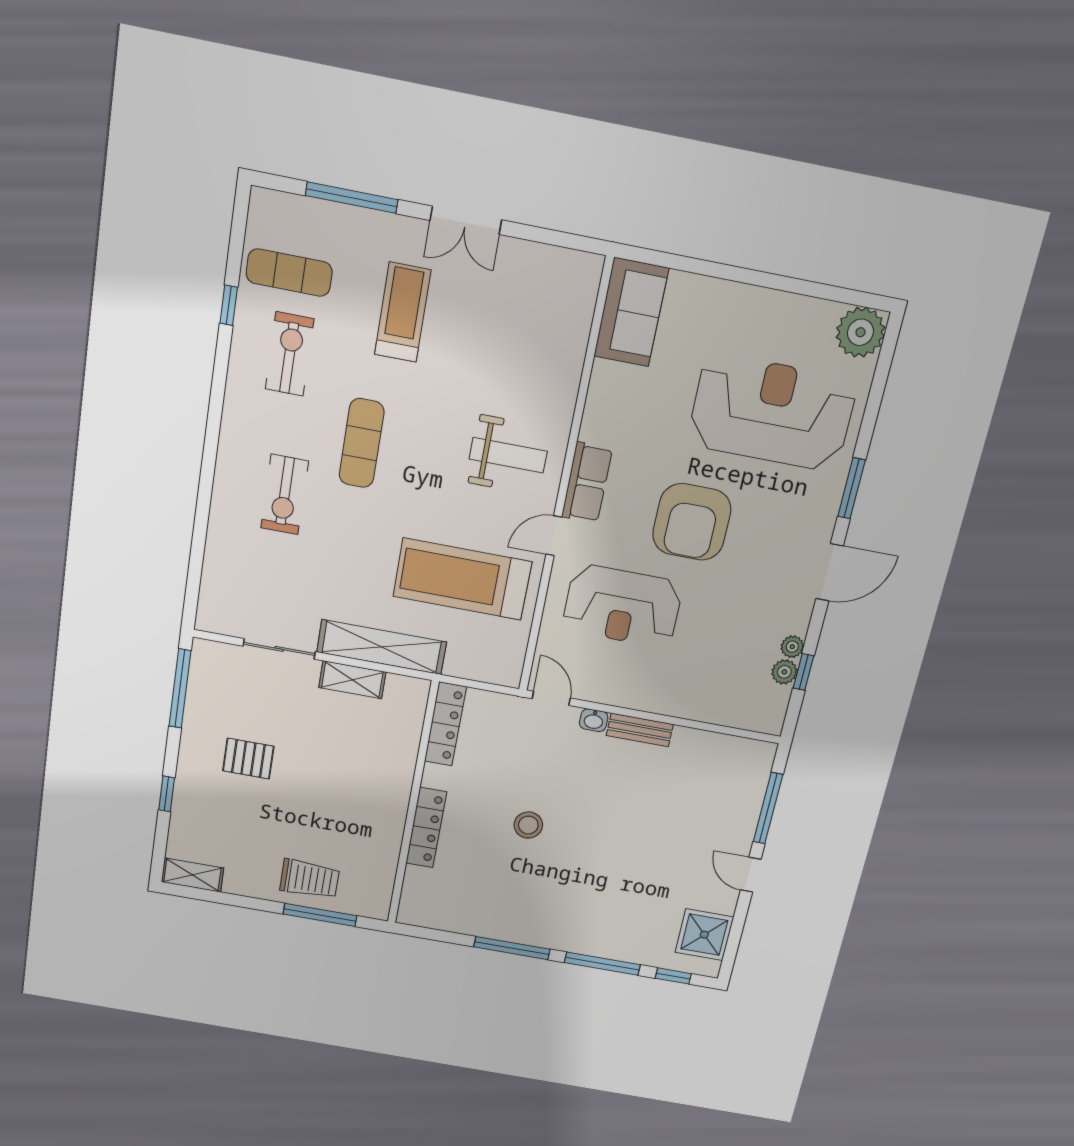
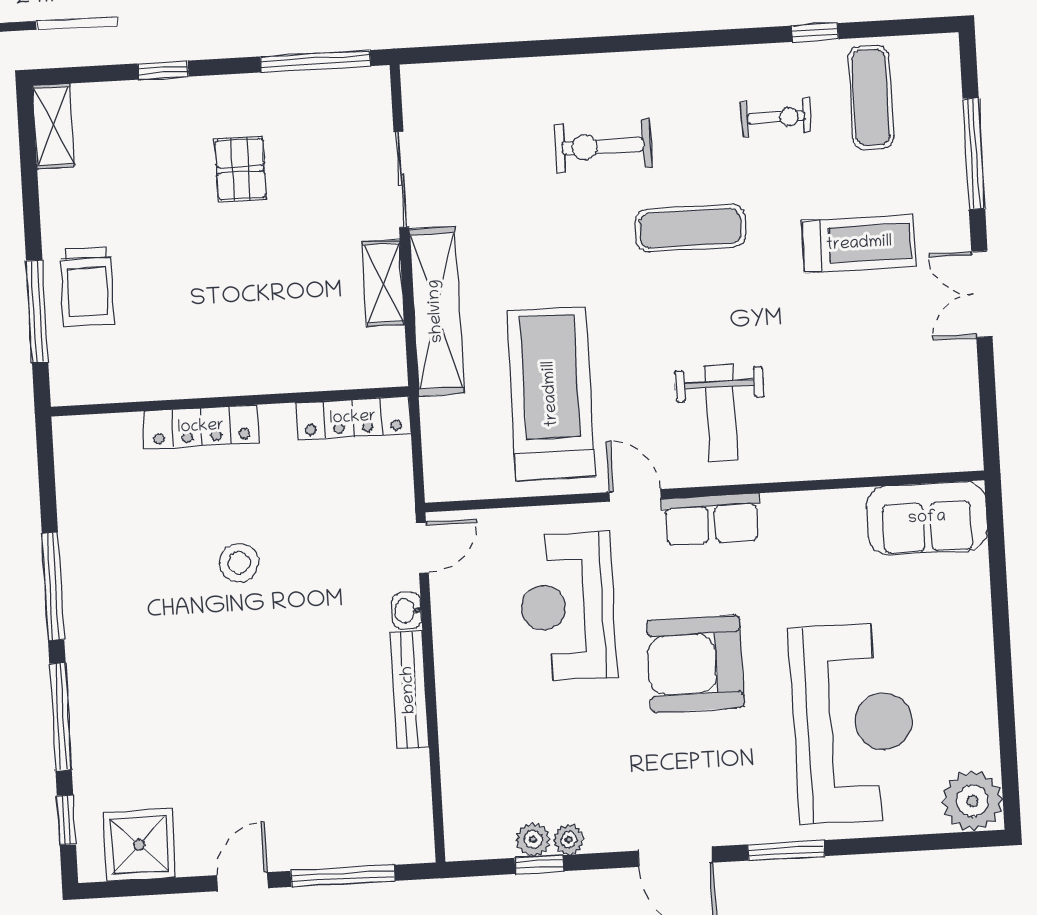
exercise bike: (290, 354) -> (776, 117), width x0.73, depth x0.72
bench: (640, 730) -> (409, 690), width x1.36

